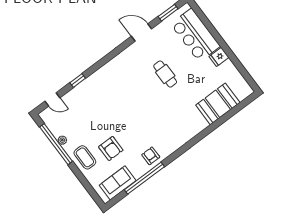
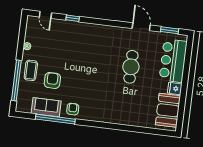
cafe table: (165, 74) -> (131, 67), width x1.37, depth x1.35
booth: (218, 104) -> (168, 110), moved, turned 90
window: (56, 144) -> (16, 80), moved
armchair: (111, 148) -> (52, 80), turned 180
sofa: (118, 183) -> (46, 107), moved

